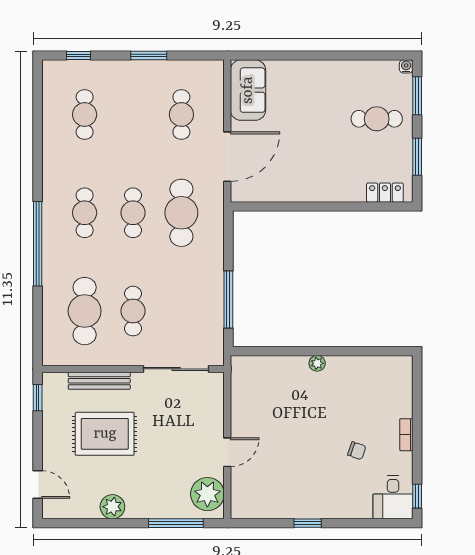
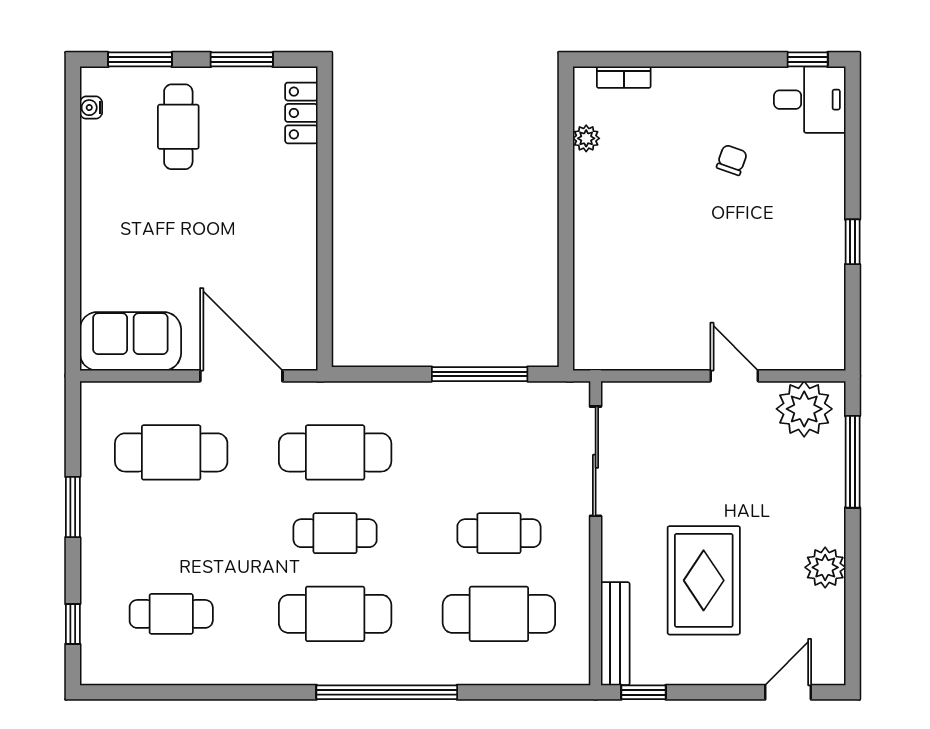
water cooler: (406, 66) -> (91, 108), moved
cafe table: (181, 115) -> (171, 452), width x1.37, depth x1.35
cafe table: (85, 213) -> (335, 614), width x1.37, depth x1.35
plant: (317, 363) -> (586, 138), moved
bench: (99, 381) -> (615, 634), moved
bookcase: (406, 435) -> (624, 77), moved

